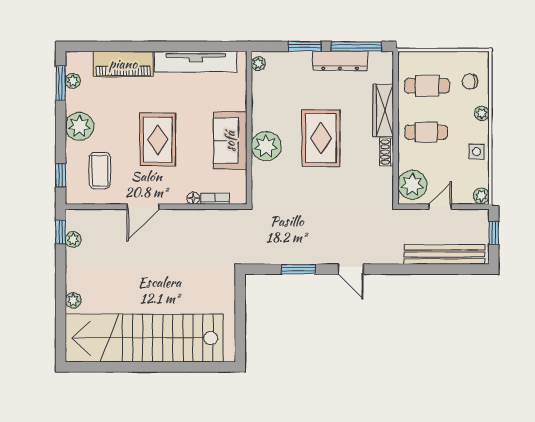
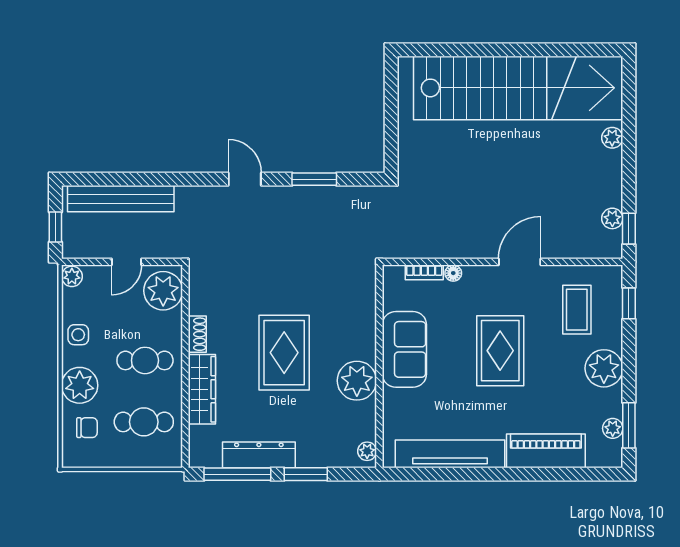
plant: (482, 113) -> (80, 385), width x1.87, depth x1.87
plant: (266, 146) -> (357, 381), moved

